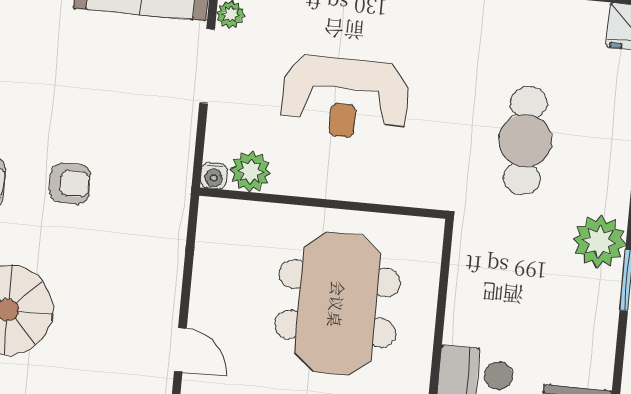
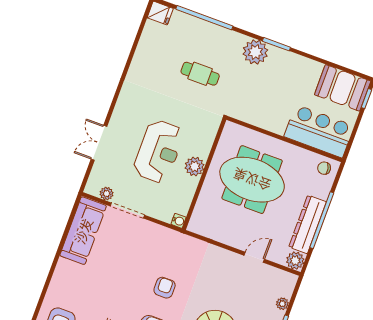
cafe table: (525, 141) -> (200, 74), width x0.73, depth x0.74
plant: (250, 171) -> (195, 166), moved

